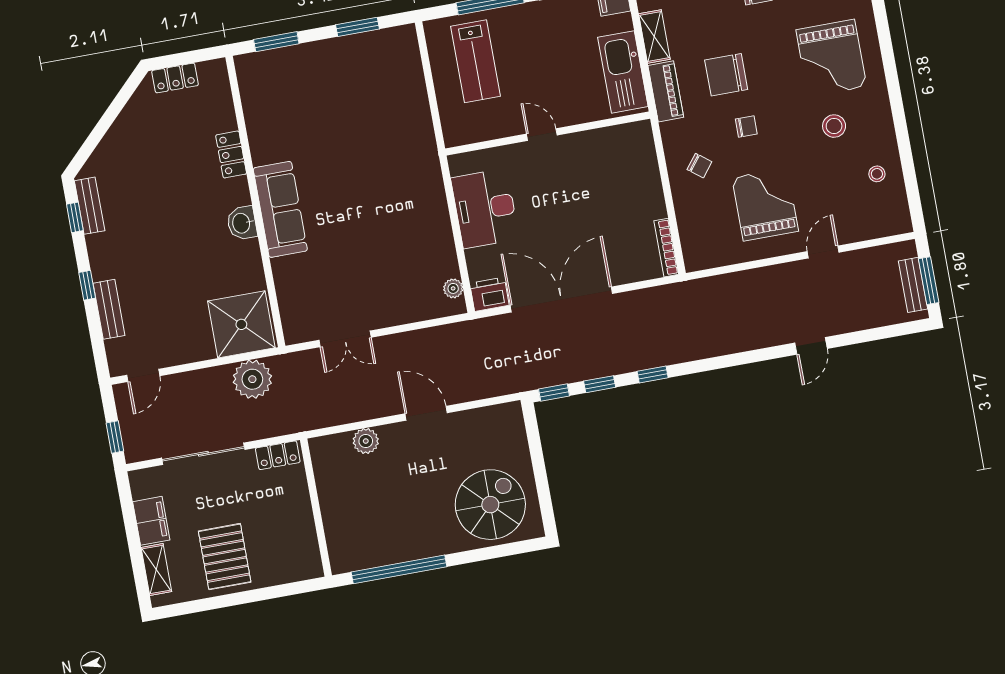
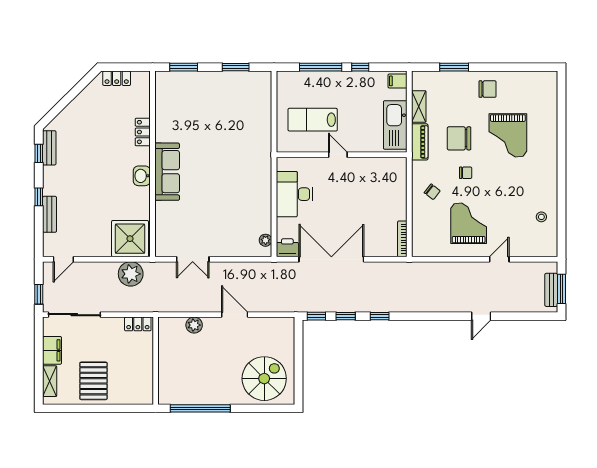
grand piano: (831, 58) -> (508, 135), moved
lab bench: (476, 61) -> (313, 120), moved, turned 90
stool: (834, 126) -> (520, 182), removed
sliding door: (203, 454) -> (74, 315), moved

